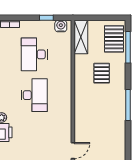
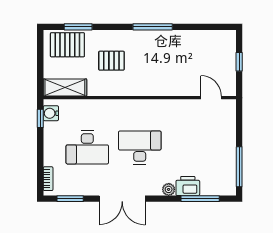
window: (46, 18) -> (40, 118), moved
window: (128, 47) -> (78, 27), width x0.69

